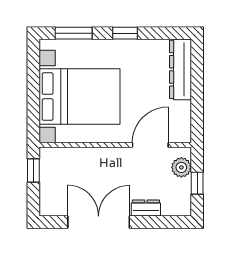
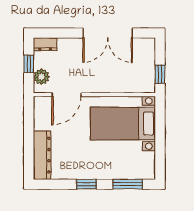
bed with nightstands: (79, 97) -> (123, 124), width x0.73
dresser: (146, 208) -> (45, 44), moved

